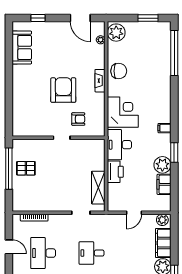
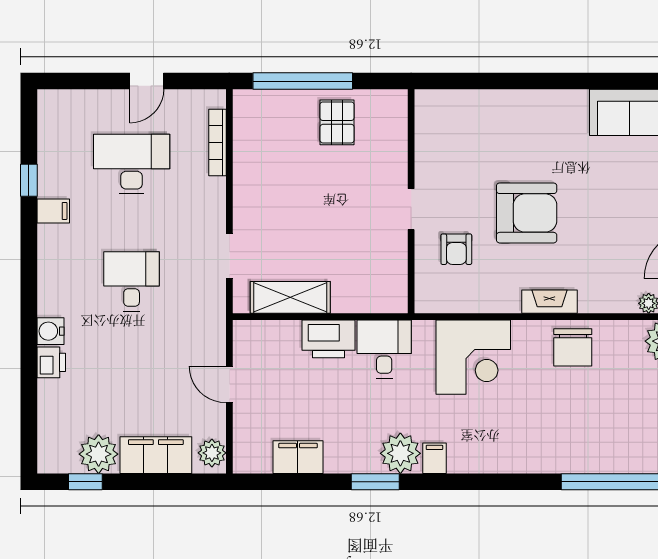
desk: (119, 145) -> (384, 349), width x0.73
plant: (162, 165) -> (400, 453), moved
window: (9, 169) -> (303, 81), moved

